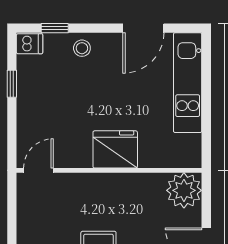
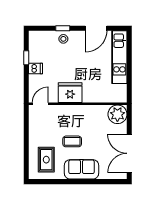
window: (55, 28) -> (63, 28), moved
dishwasher: (30, 44) -> (36, 69), moved
fridge: (115, 149) -> (70, 93), moved

